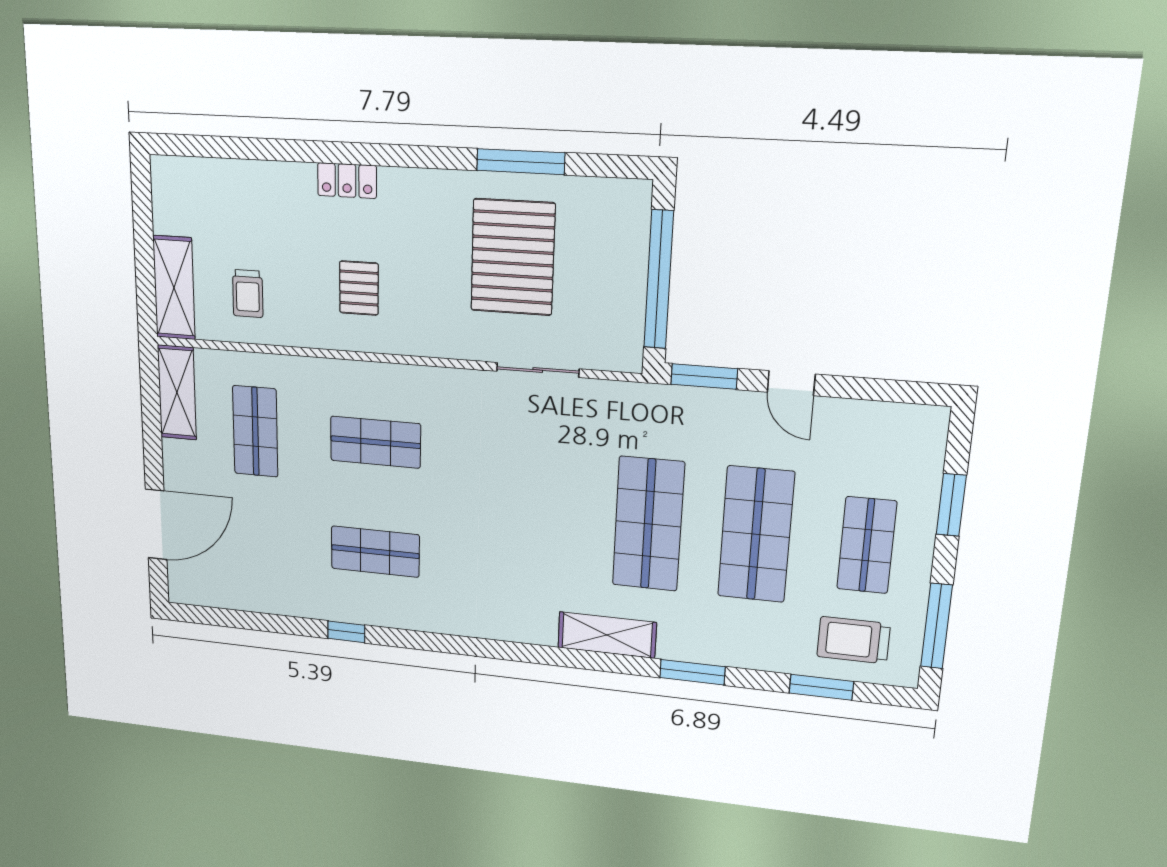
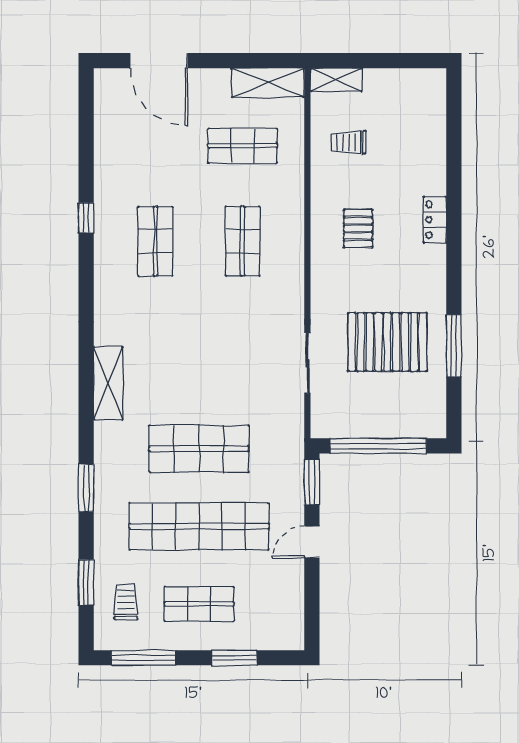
shelving: (174, 288) -> (336, 80), width x0.67, depth x0.75
pallet: (359, 288) -> (358, 228), turned 90
shop shelf: (756, 534) -> (199, 526), width x1.40
shelving: (607, 635) -> (108, 383), moved
trolley: (854, 640) -> (126, 602), width x0.73, depth x0.72

